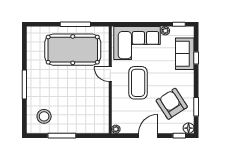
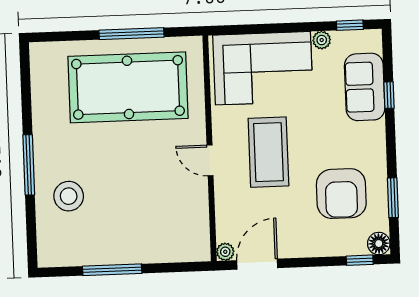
door: (110, 74) -> (210, 160), moved
armchair: (172, 104) -> (341, 194), turned -147
stool: (44, 116) -> (69, 196), moved
door: (148, 136) -> (257, 264), moved

